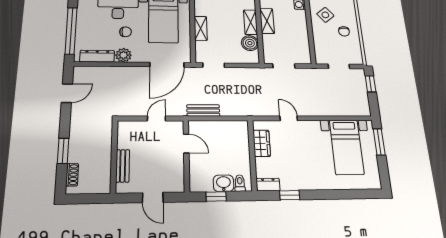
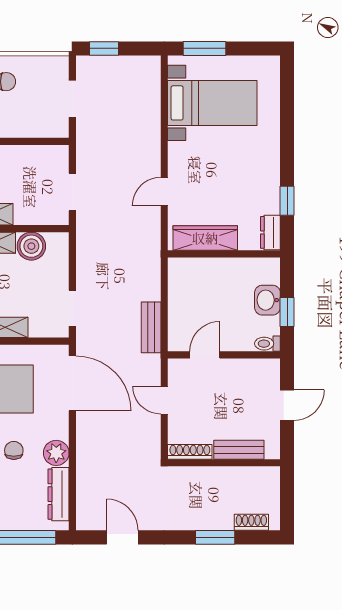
shoe rack: (122, 134) -> (190, 452), added
wardrobe: (262, 143) -> (205, 238), width x1.50
toilet: (240, 183) -> (267, 344), moved

